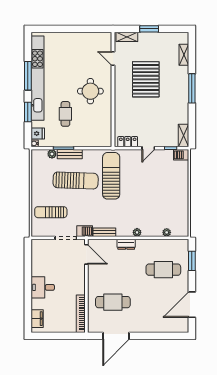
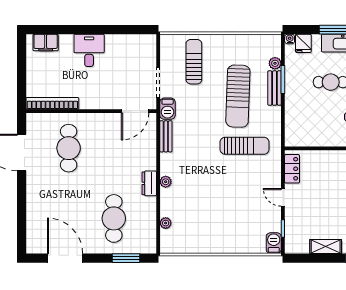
shelving: (183, 136) -> (326, 246), moved
sun lounger: (111, 176) -> (245, 146), width x0.73, depth x0.75
dresser: (126, 244) -> (149, 183), moved

